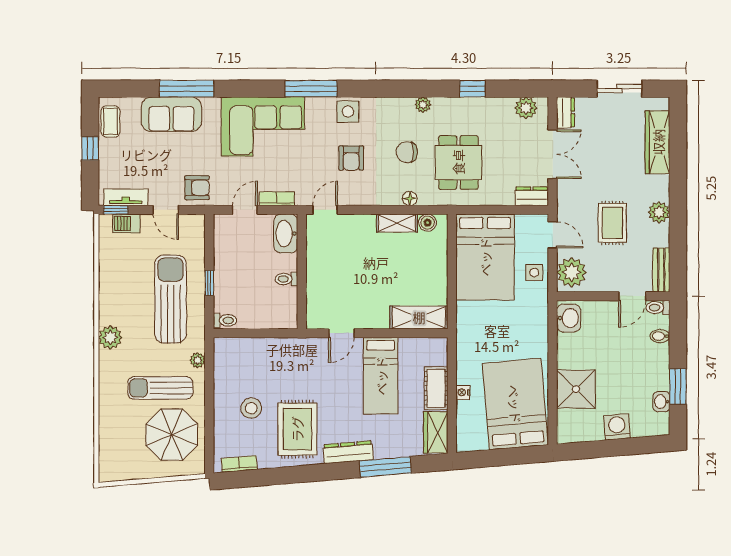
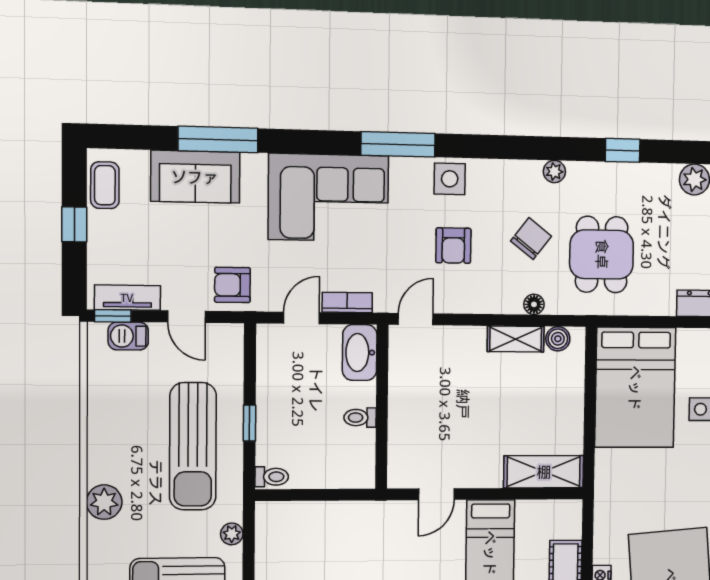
chair: (407, 152) -> (531, 239), turned 128
armchair: (197, 188) -> (232, 285), turned 180
sun lounger: (171, 299) -> (193, 446), turned 180

